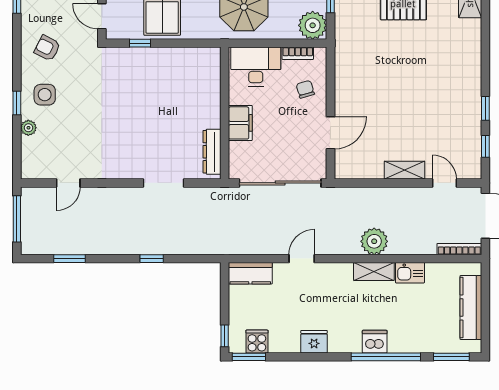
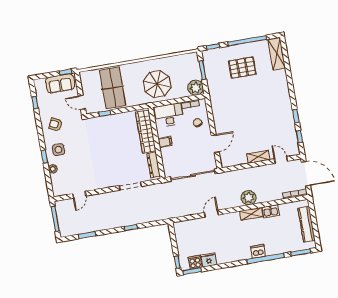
wardrobe: (209, 89) -> (146, 132), added
filing cabinet: (240, 123) -> (165, 142), width x0.50
kitchen counter: (250, 273) -> (185, 226), removed
fridge: (314, 342) -> (209, 260), moved

